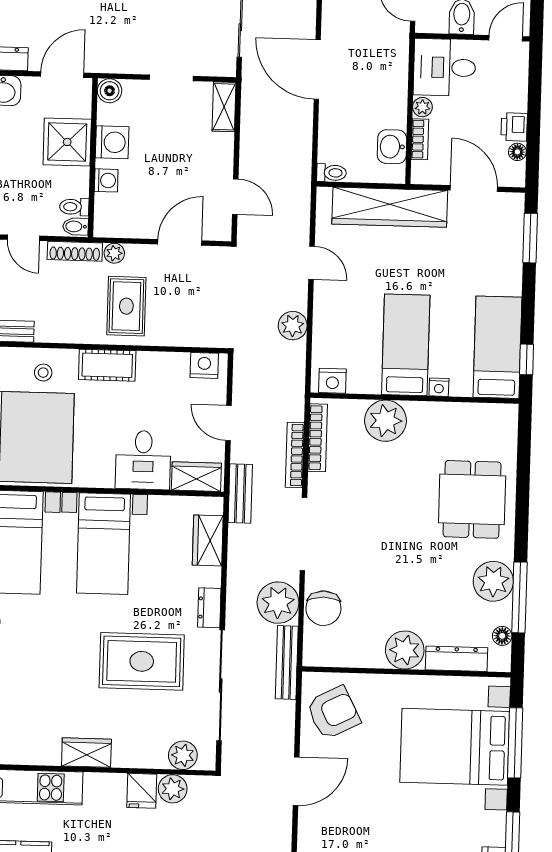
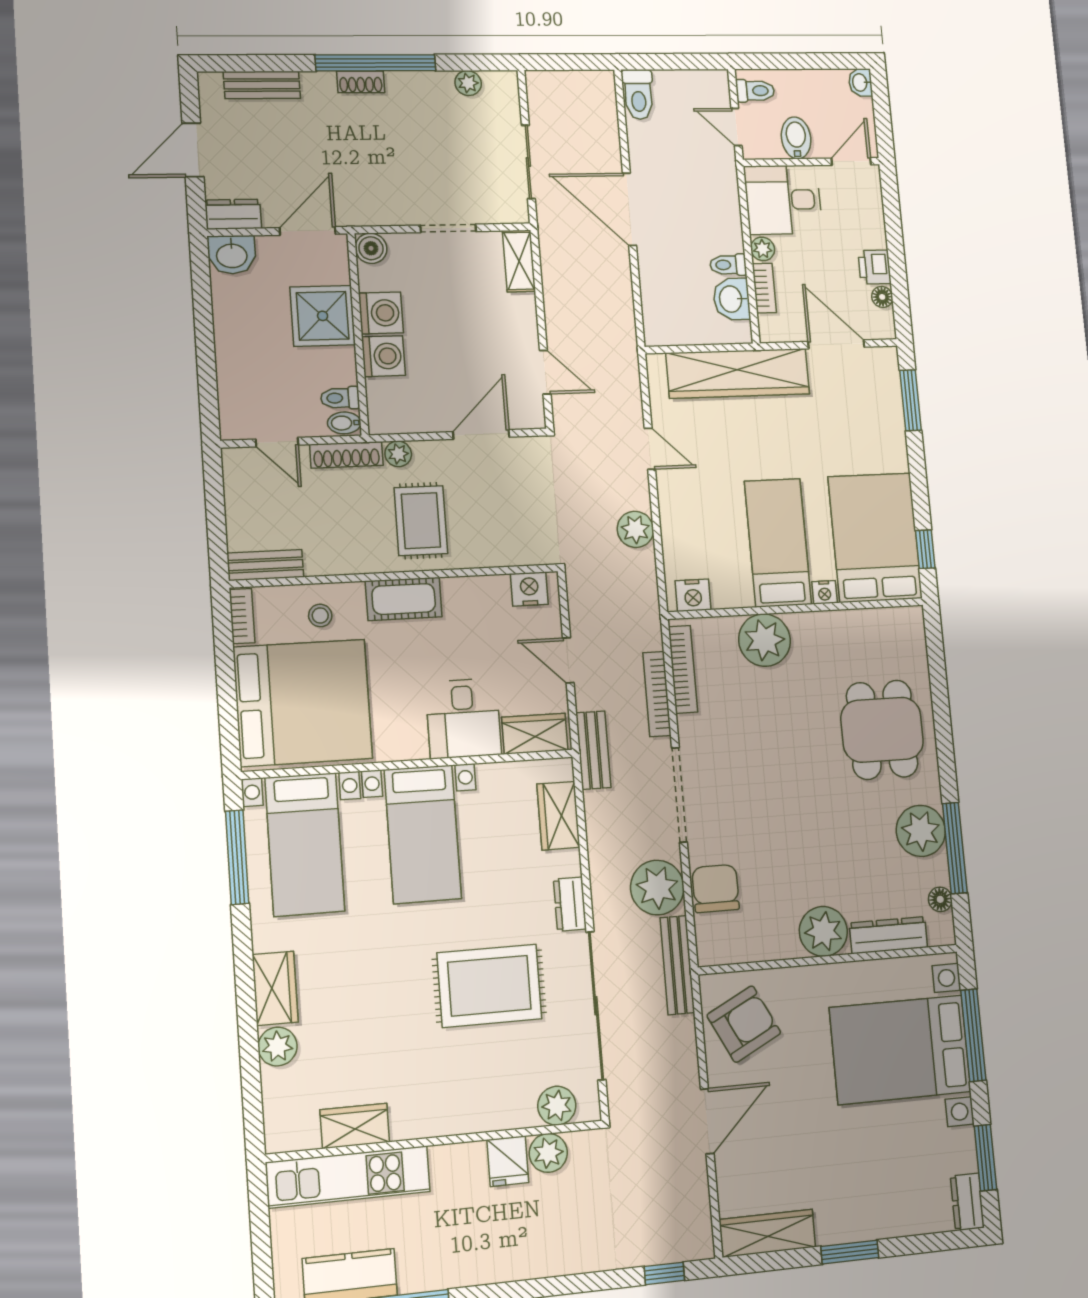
toilet: (331, 173) -> (728, 265), moved, turned 180
washing machine: (106, 180) -> (383, 356), width x1.38, depth x1.38
bed: (498, 347) -> (875, 538), width x1.50
chair: (323, 608) -> (716, 889), turned 180
wardrobe: (86, 753) -> (355, 1126), moved

